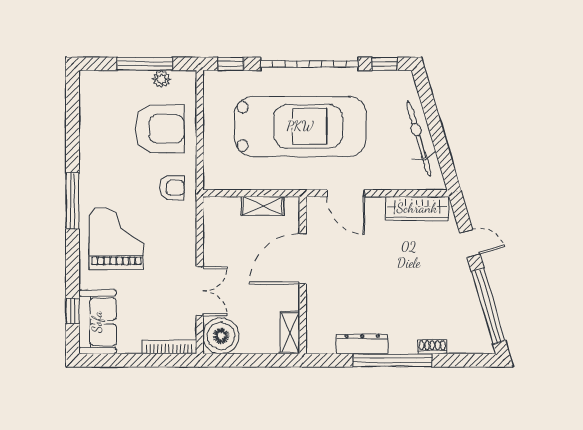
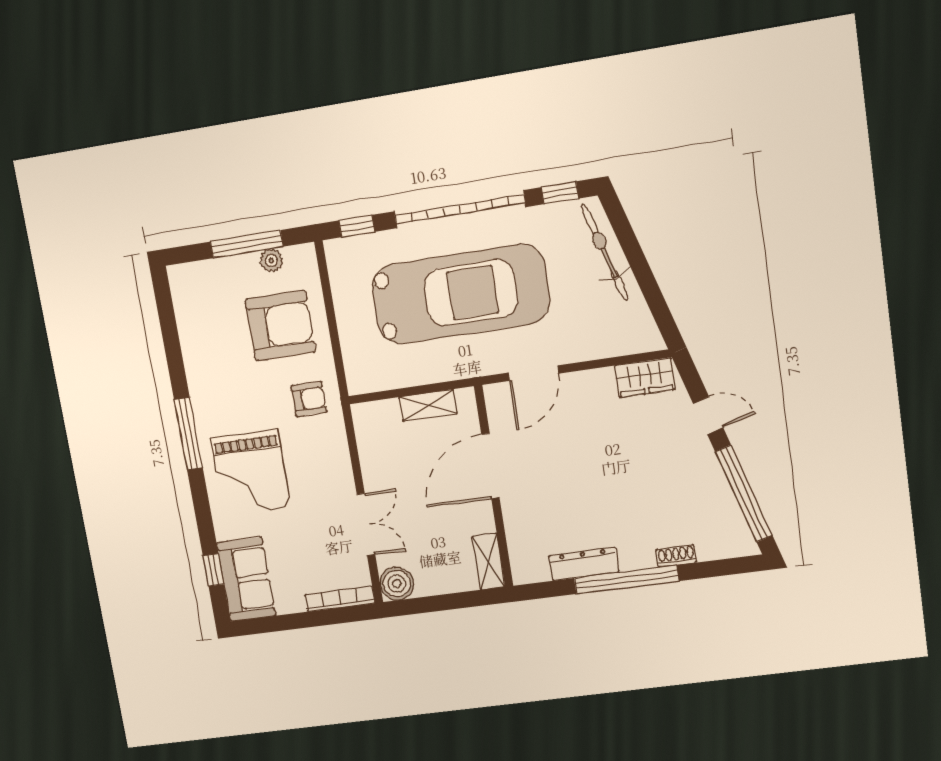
bicycle: (419, 139) -> (605, 252), moved
door: (346, 193) -> (533, 373), hinge flipped
wardrobe: (417, 208) -> (645, 378), width x0.67
grand piano: (116, 238) -> (251, 473), turned 180
boiler: (221, 336) -> (397, 584), width x0.73, depth x0.73

